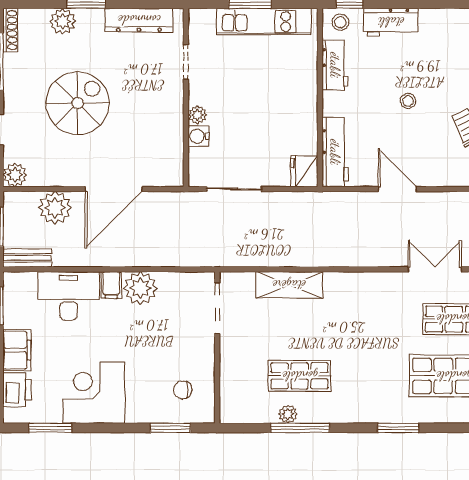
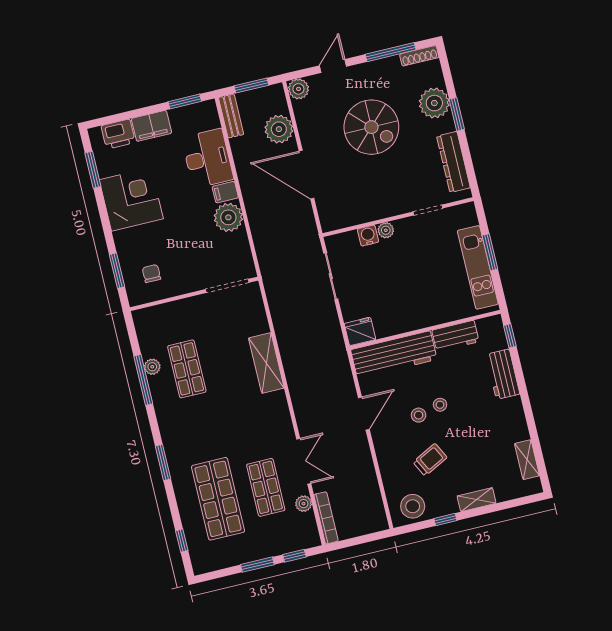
plant: (63, 21) -> (434, 103), width x1.36, depth x1.36
stool: (340, 22) -> (419, 415), moved
workbench: (335, 152) -> (394, 355), width x1.36, depth x1.32
shelving: (289, 285) -> (266, 363), moved

